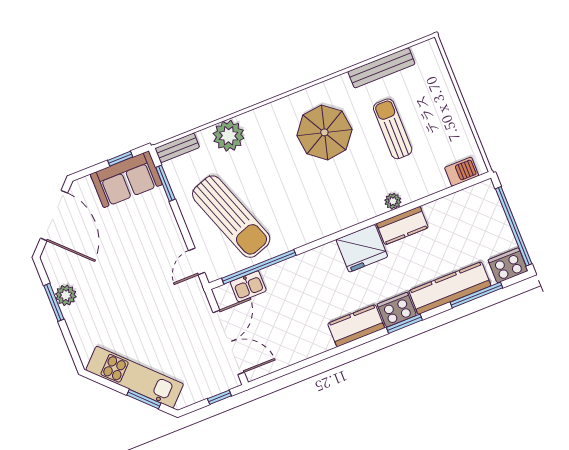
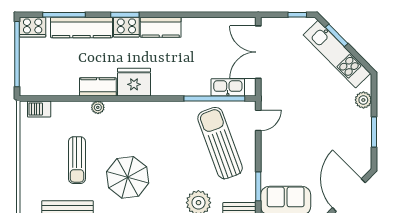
kitchen sink: (248, 286) -> (228, 87), width x1.38
plant: (66, 295) -> (363, 100), moved
window: (219, 397) -> (297, 15), moved

